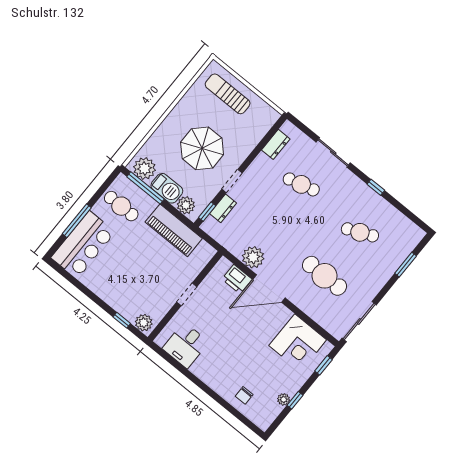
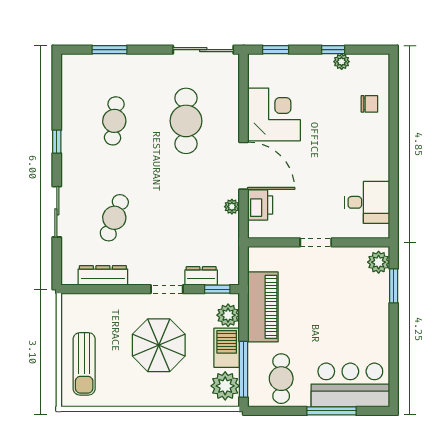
dresser: (276, 144) -> (103, 275), width x1.44
cafe table: (301, 184) -> (114, 218), turned 36
cafe table: (360, 232) -> (114, 121), turned 30
plant: (253, 257) -> (232, 207), width x0.53, depth x0.53
window: (122, 320) -> (394, 286), width x1.50
corner desk: (298, 343) -> (274, 114), moved

